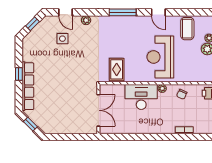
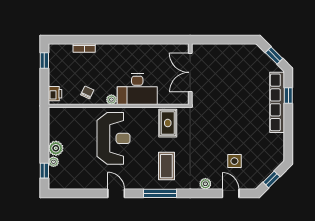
coffee table: (187, 29) -> (166, 166), moved
window: (19, 74) -> (288, 96), moved

